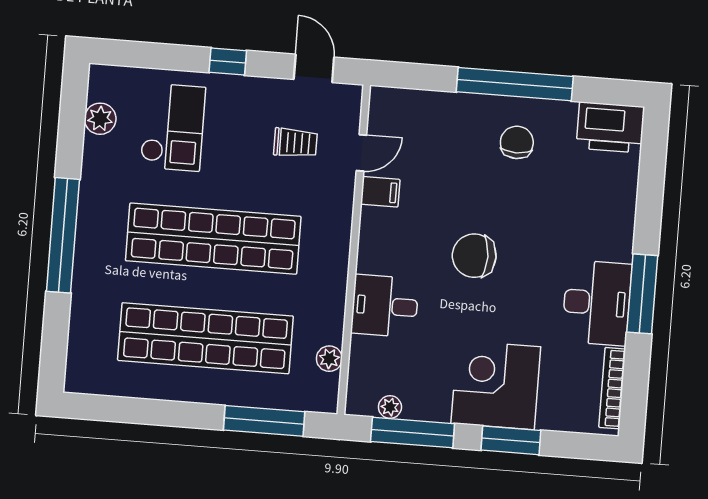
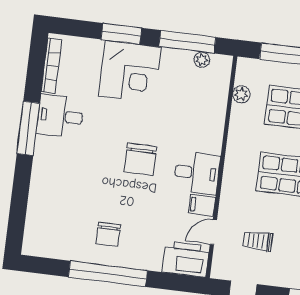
printer: (610, 127) -> (186, 259), moved
chair: (474, 256) -> (140, 159), turned 90
desk: (597, 303) -> (60, 116), width x0.73
desk: (385, 306) -> (197, 173), moved

